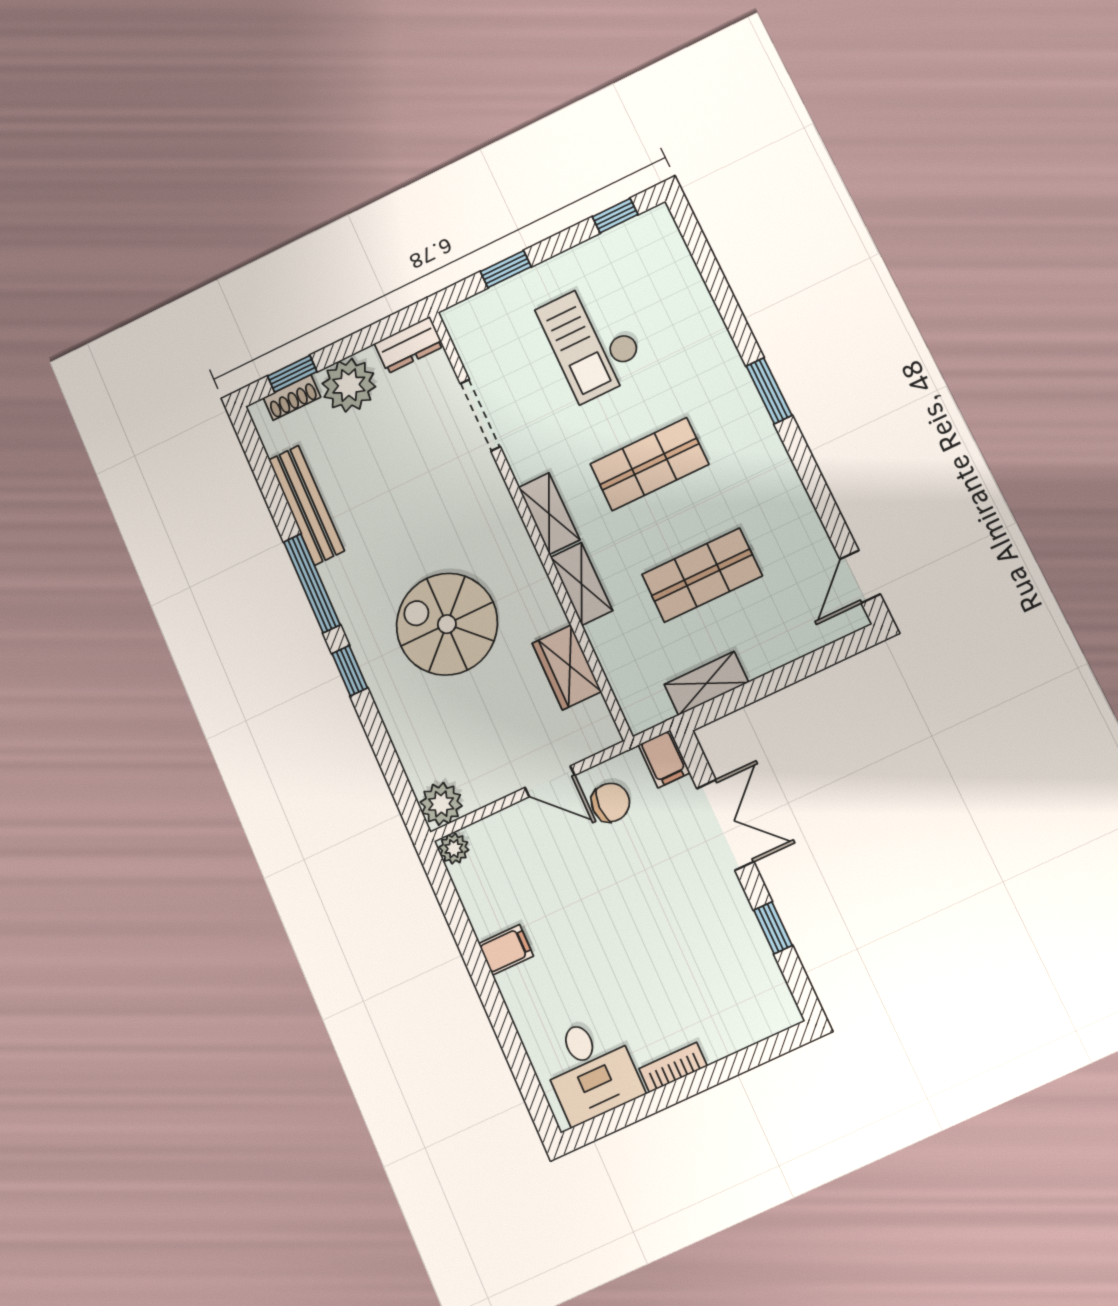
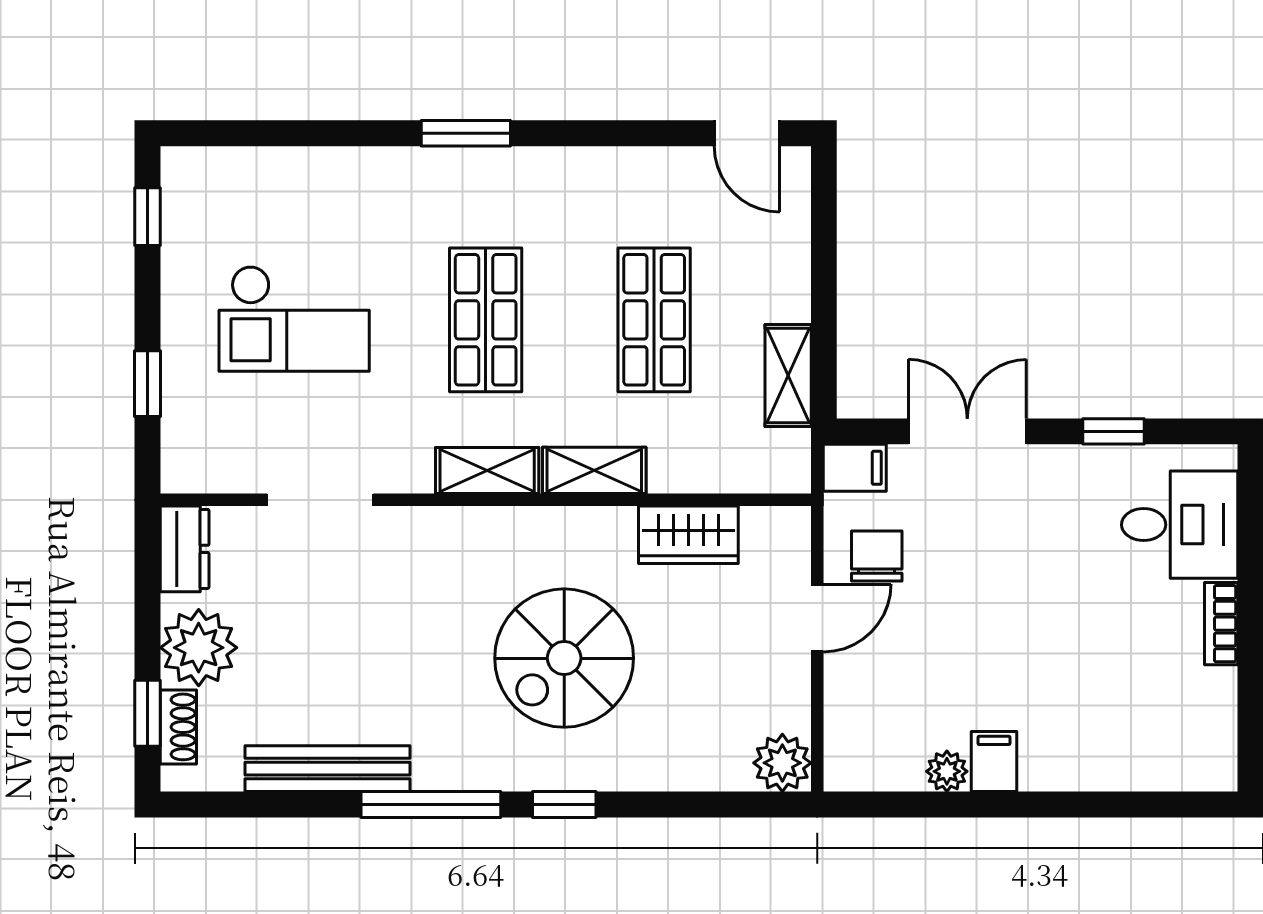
plant: (454, 849) -> (947, 771), moved
desk: (590, 1069) -> (1180, 525), moved

